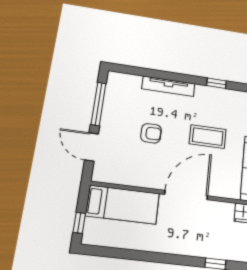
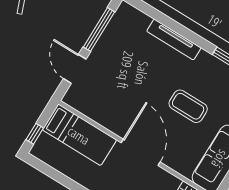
armchair: (151, 133) -> (135, 80), removed
door: (186, 195) -> (141, 152), hinge flipped

